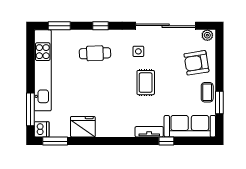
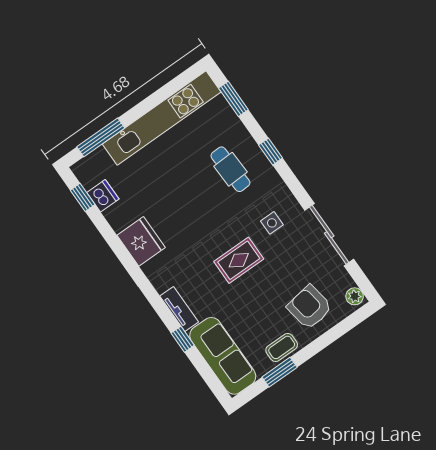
sliding door: (166, 26) -> (329, 235), width x0.73
fridge: (83, 127) -> (141, 241), moved
dishwasher: (42, 129) -> (103, 196), moved, turned -90
window: (55, 141) -> (83, 197), width x0.67

